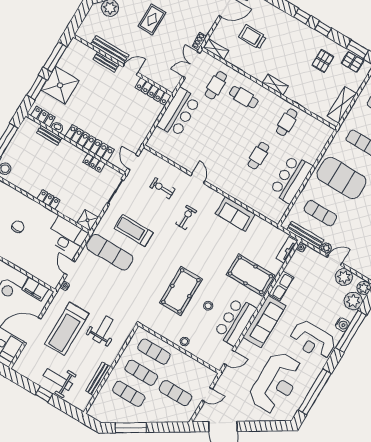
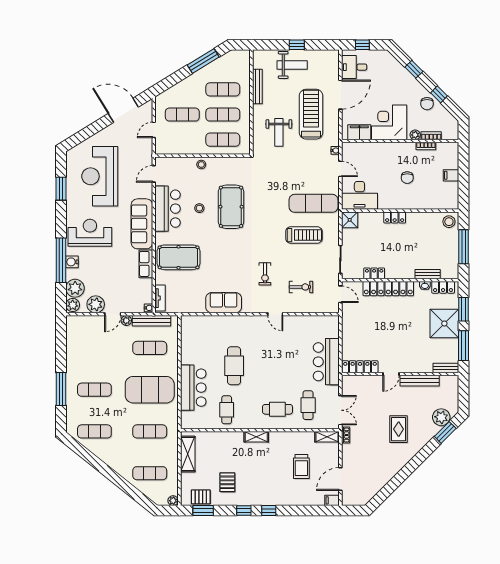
trolley: (252, 37) -> (301, 466), turned 90
bench: (106, 62) -> (446, 368), moved
cafe table: (258, 156) -> (234, 366), width x1.37, depth x1.35
bar counter: (291, 179) -> (193, 388), moved
window: (315, 392) -> (61, 189), width x0.47

